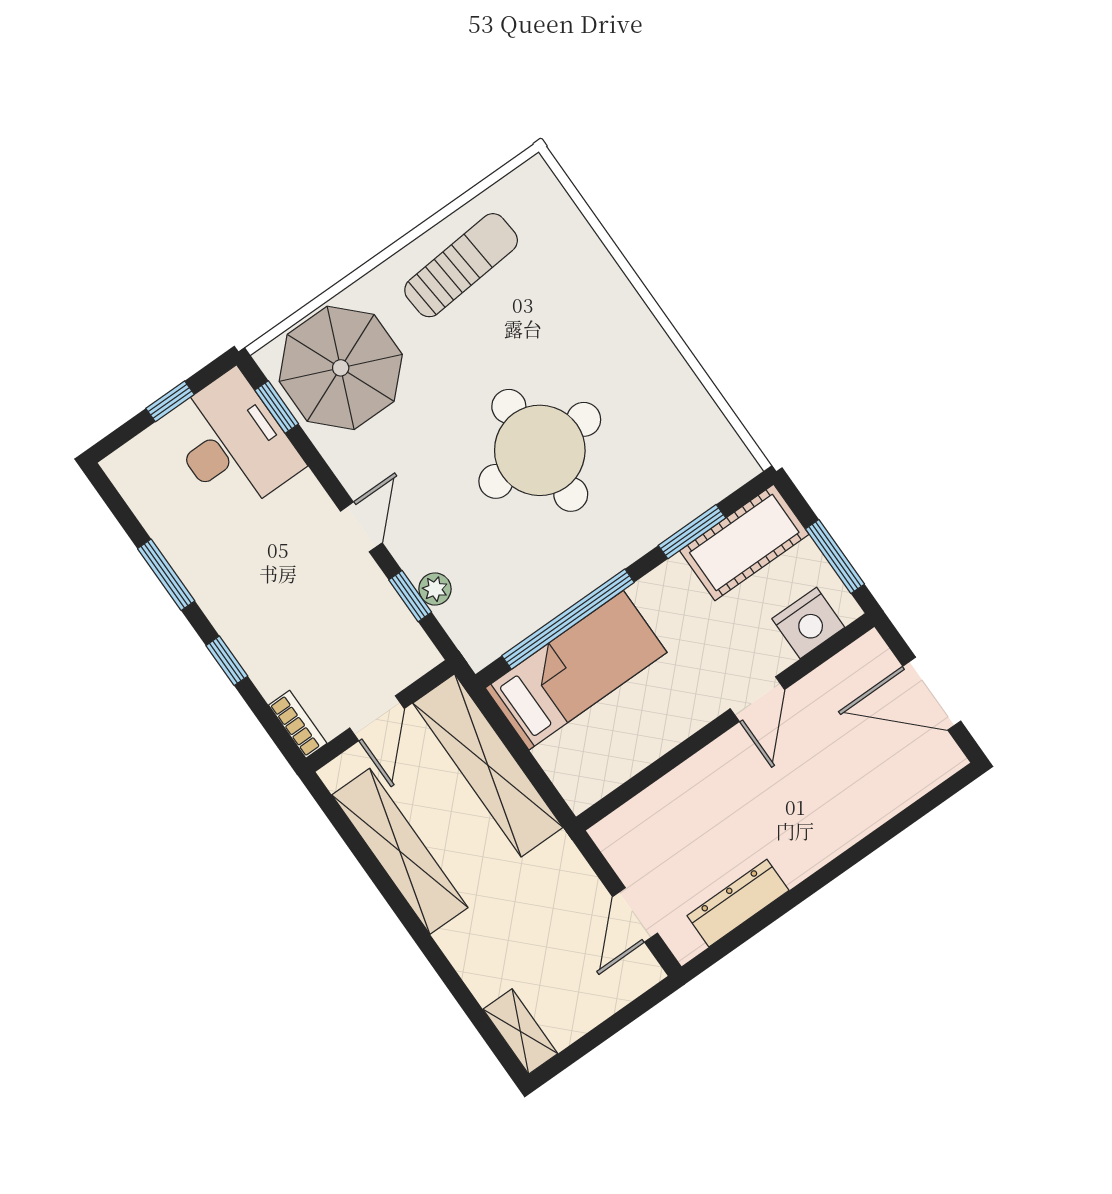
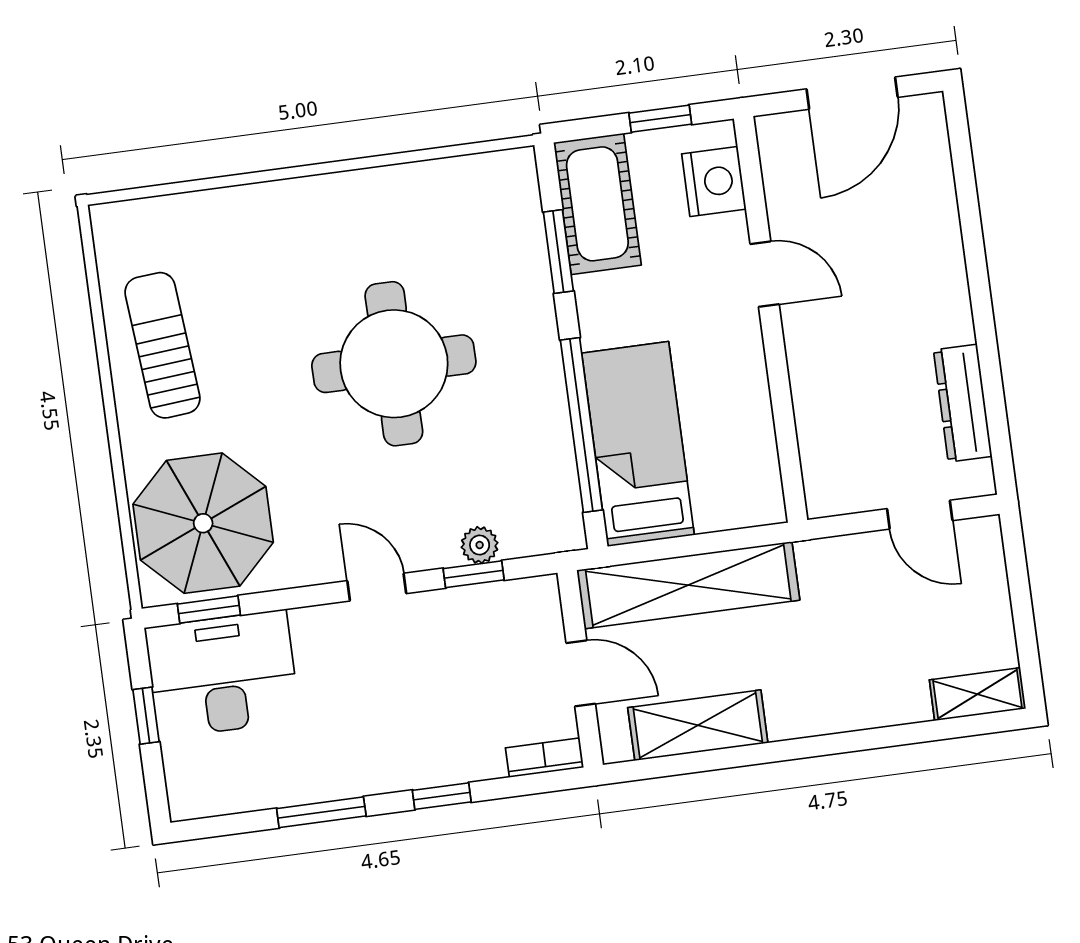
window: (835, 557) -> (660, 119), width x0.67
shelving: (400, 851) -> (698, 725), width x0.68

